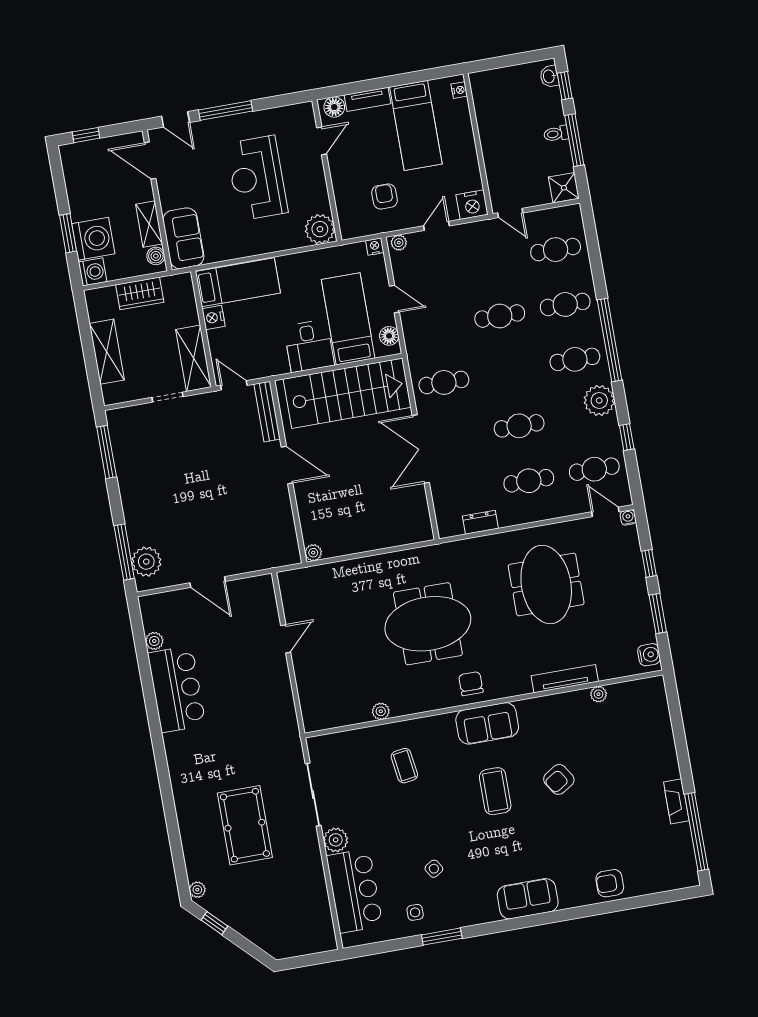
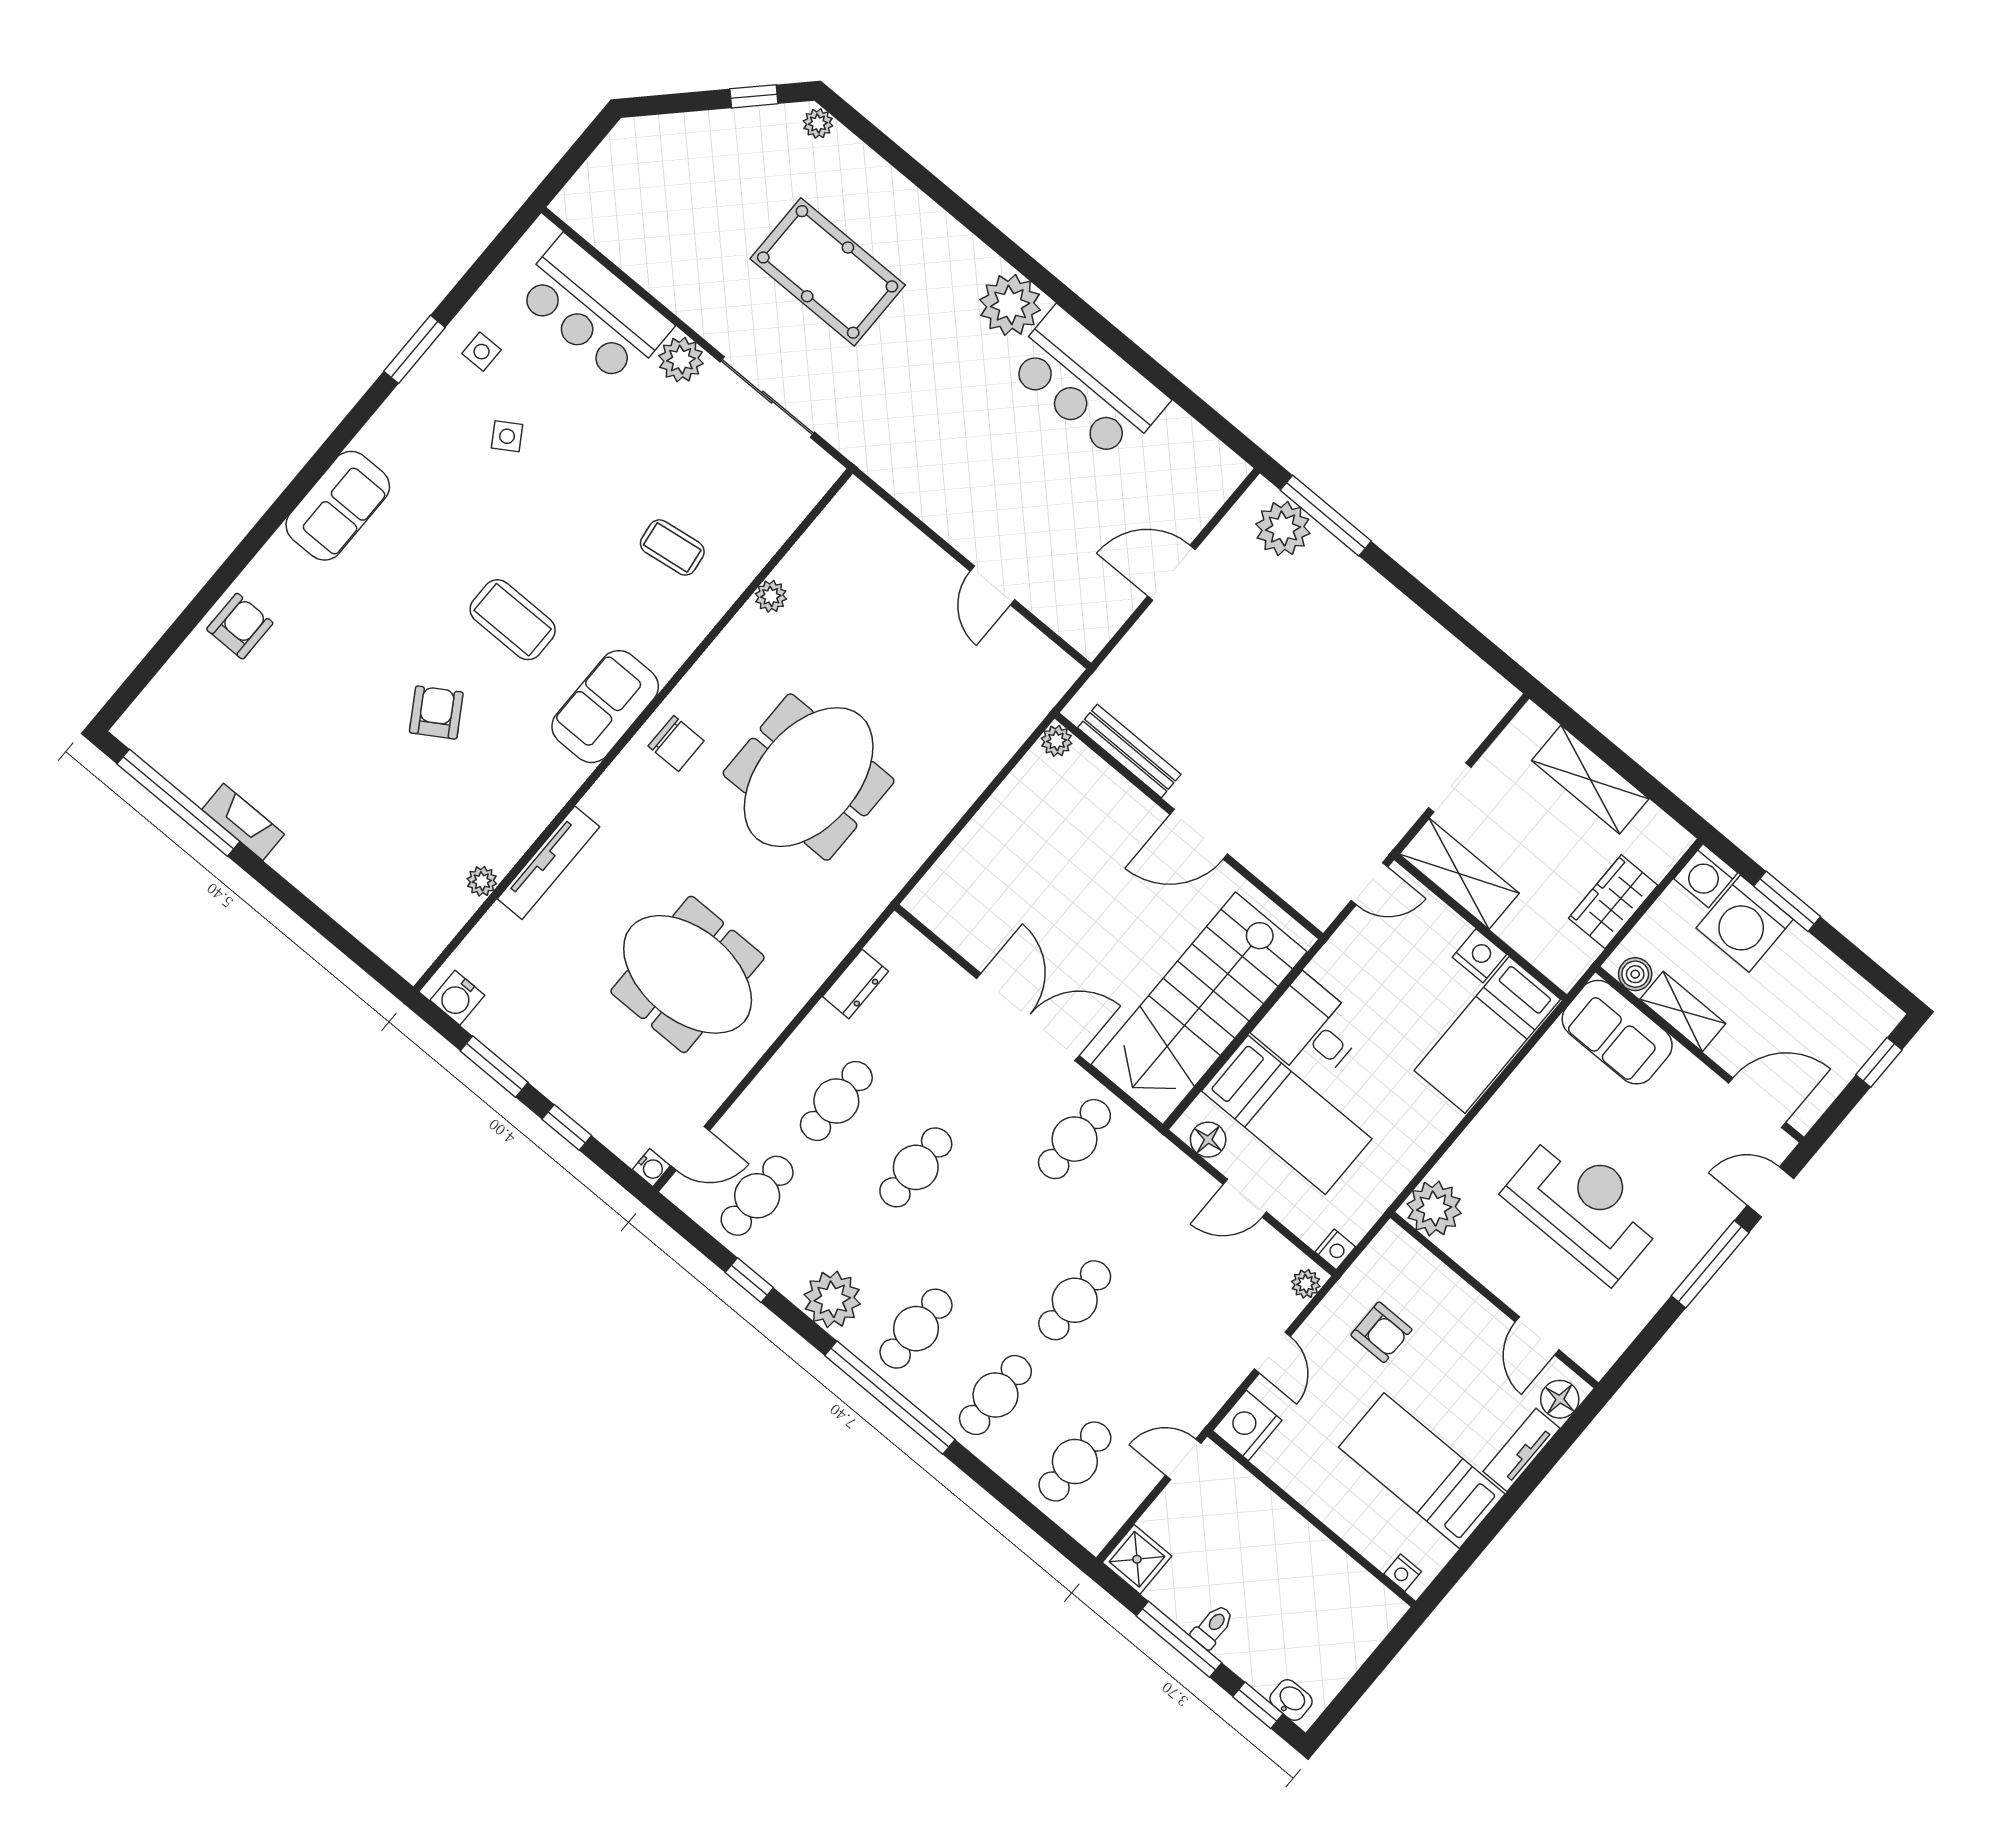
bench: (267, 412) -> (1129, 751), moved
window: (107, 452) -> (1471, 637), removed
plant: (154, 641) -> (1010, 305), moved, width x1.88, depth x1.88

